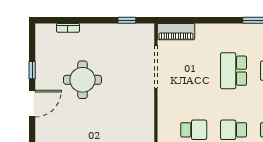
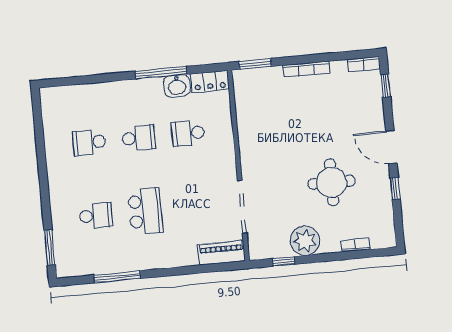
plant: (108, 35) -> (305, 241), added
door: (32, 104) -> (391, 147), hinge flipped

